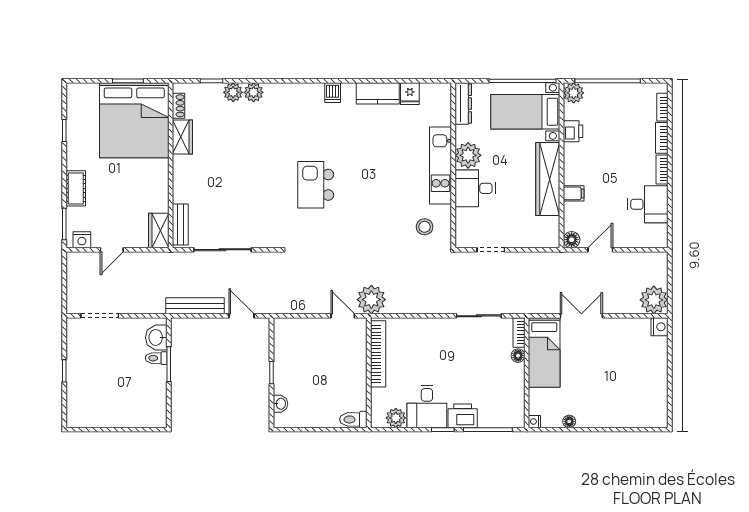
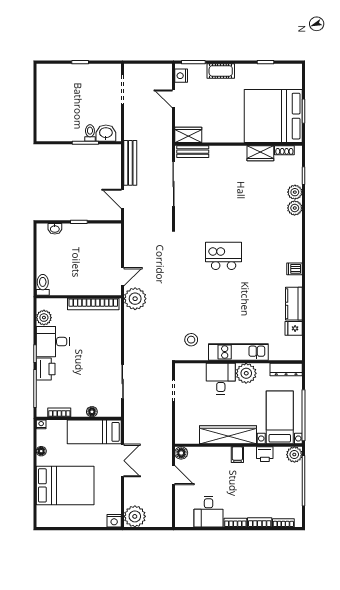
filing cabinet: (574, 193) -> (237, 455), moved
door: (241, 316) -> (123, 199), swing flipped
bookcase: (519, 333) -> (59, 412), moved
bed: (614, 390) -> (65, 485), added

